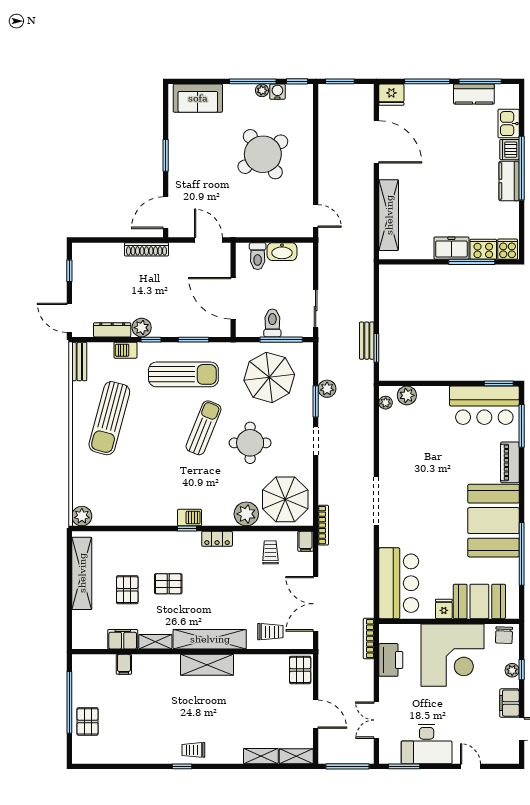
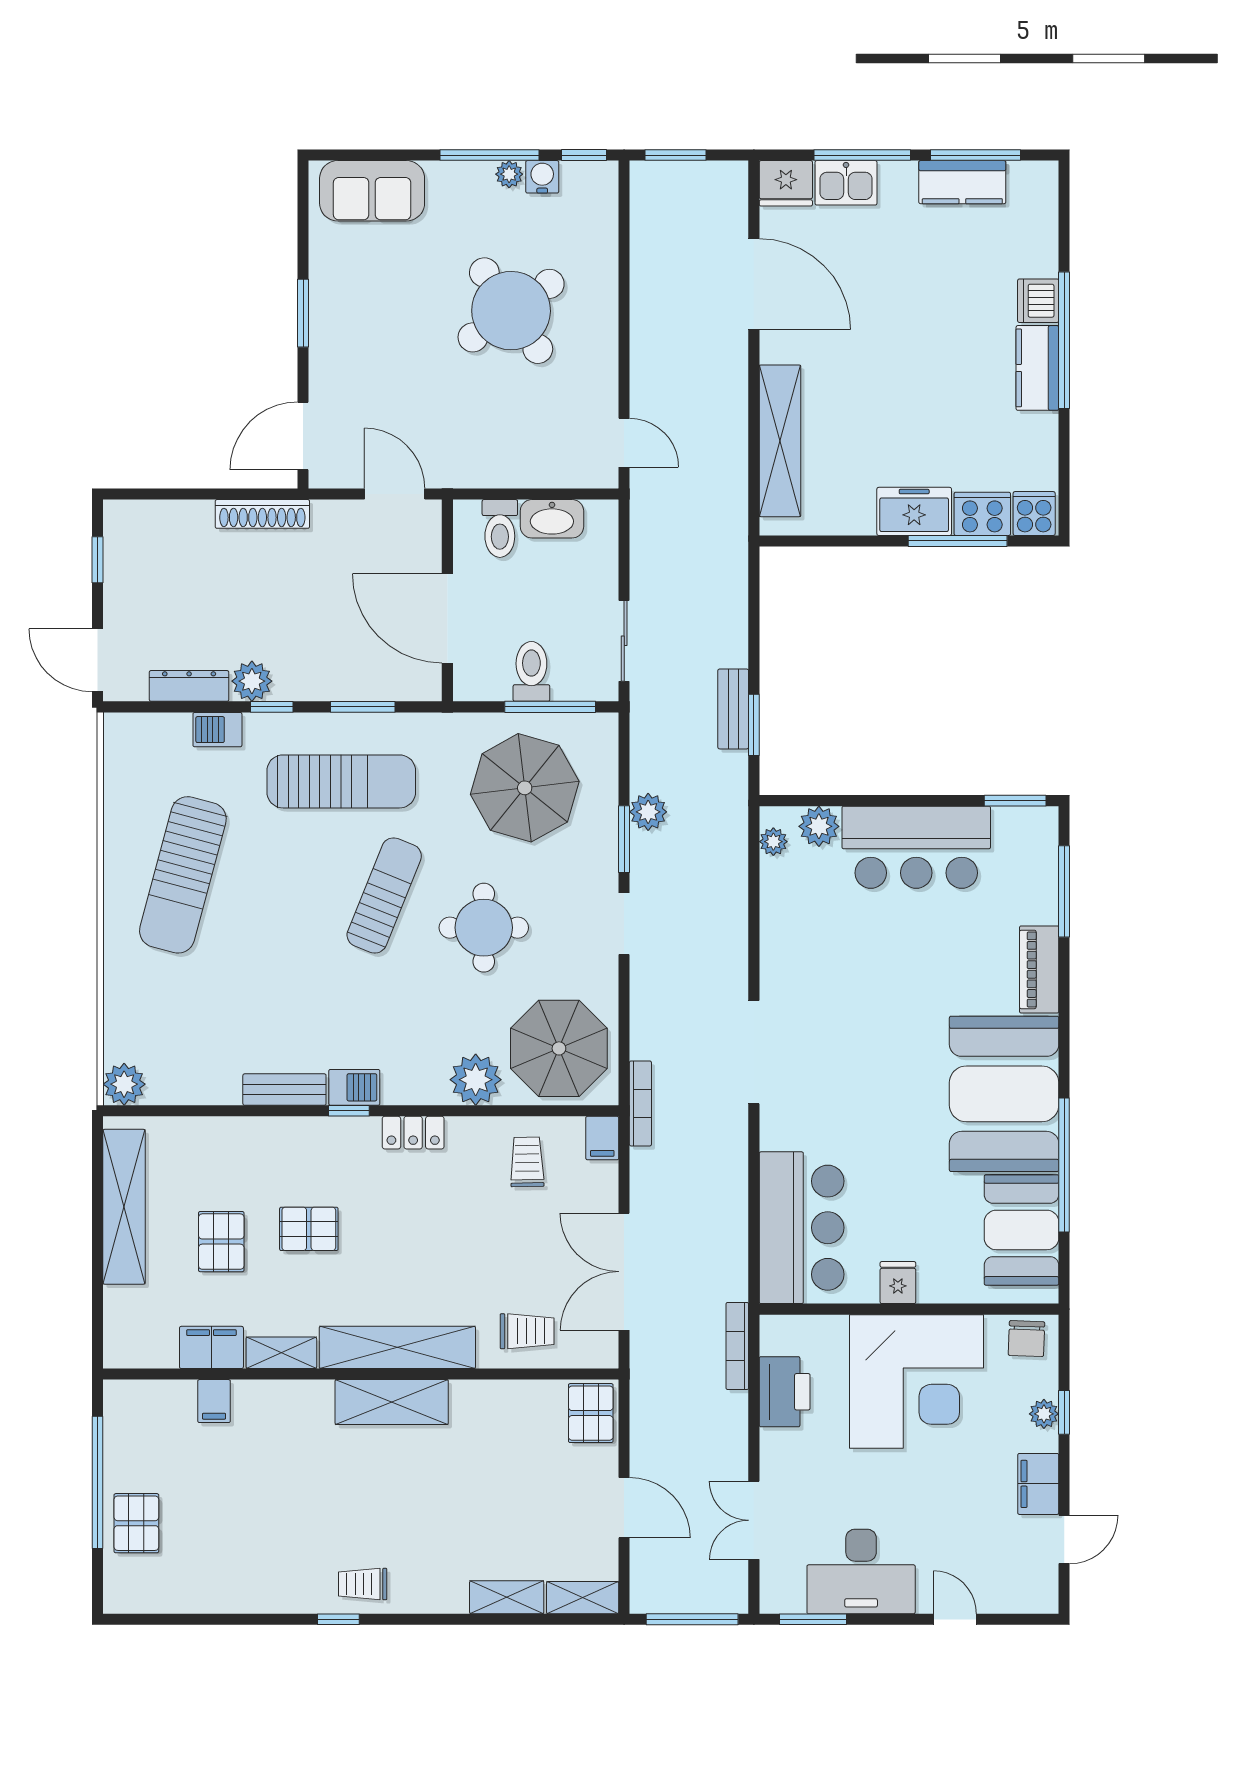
kitchen sink: (509, 124) -> (846, 183), moved, turned -90
bench: (79, 361) -> (284, 1090), moved, turned 90
bar counter: (484, 405) -> (916, 847), moved
booth: (479, 601) -> (1022, 1230), moved, turned 90

